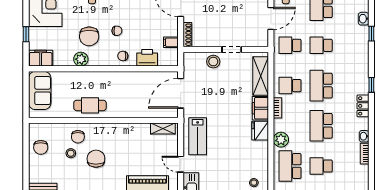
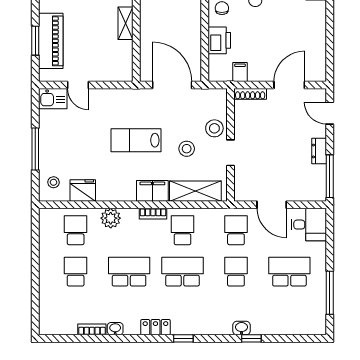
washbasin: (364, 19) -> (241, 328), moved
stool: (229, 82) -> (187, 149), added
shelving: (163, 128) -> (125, 23), moved
fridge: (260, 131) -> (83, 191), moved
lab bench: (198, 136) -> (136, 140), moved
door: (181, 164) -> (78, 85), swing flipped
school desk: (290, 166) -> (76, 230), width x0.54

